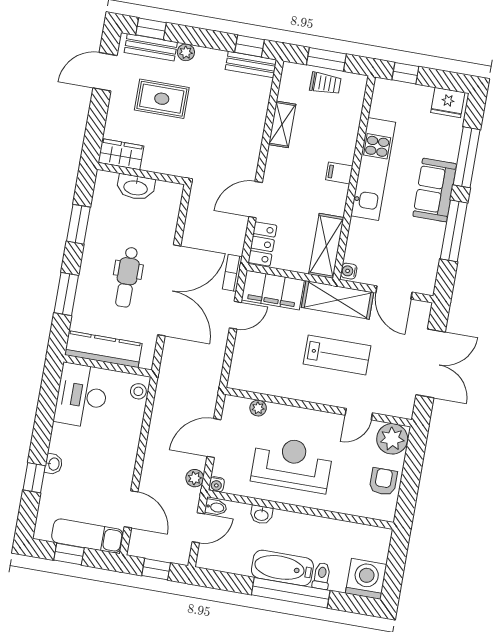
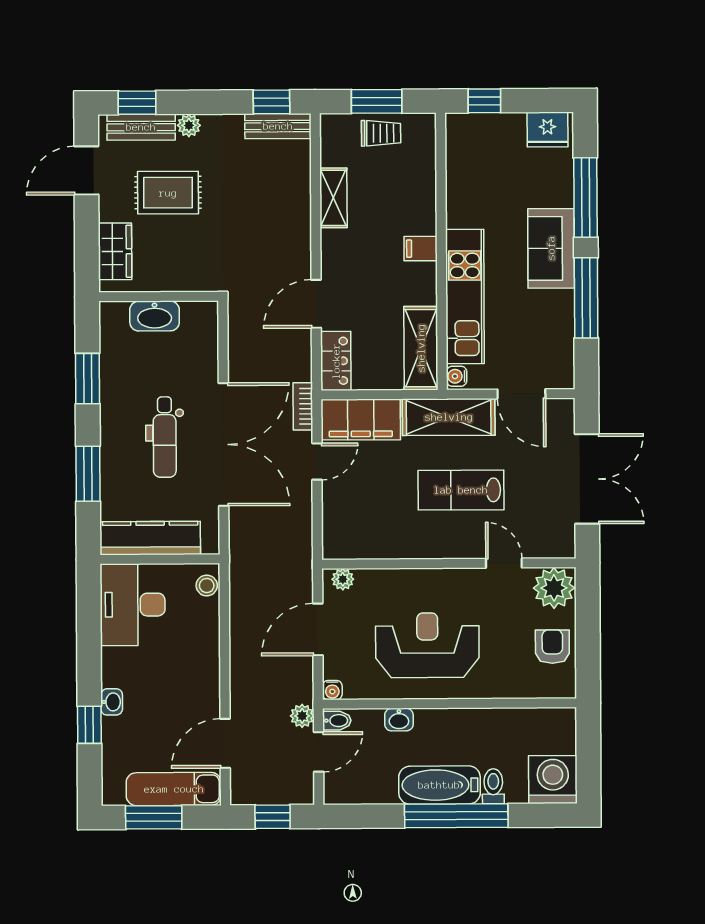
wardrobe: (121, 154) -> (115, 251), moved, turned 90
kitchen unit: (373, 169) -> (465, 296), moved
lab bench: (337, 355) -> (461, 490), turned 180
plant: (258, 408) -> (343, 579), moved
door: (359, 414) -> (504, 563), swing flipped
plant: (195, 478) -> (302, 716), moved
door: (131, 509) -> (225, 743), swing flipped
window: (69, 554) -> (154, 817), width x1.50

